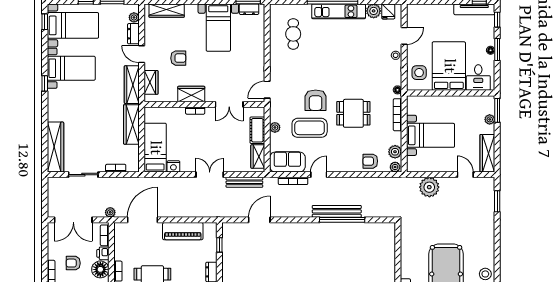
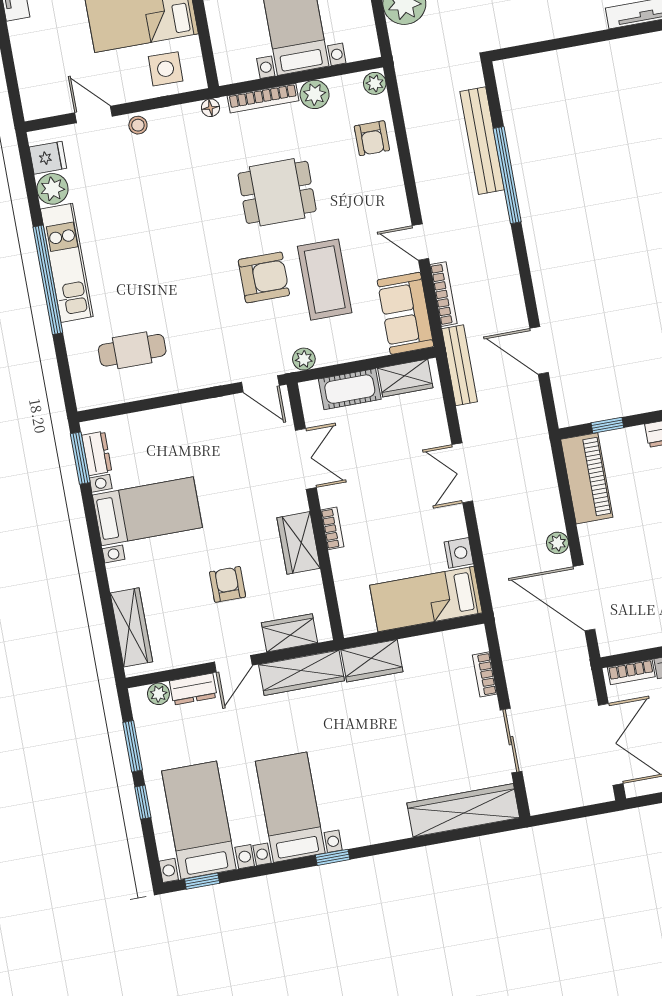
dining table: (353, 113) -> (277, 192), turned 90
wardrobe: (131, 124) -> (372, 661), width x0.67
plant: (275, 127) -> (304, 359), moved
plant: (395, 152) -> (315, 94), moved
bench: (244, 182) -> (459, 365), moved
bench: (337, 211) -> (482, 141), moved
plant: (110, 212) -> (557, 543), moved
piano: (183, 231) -> (587, 478), moved

